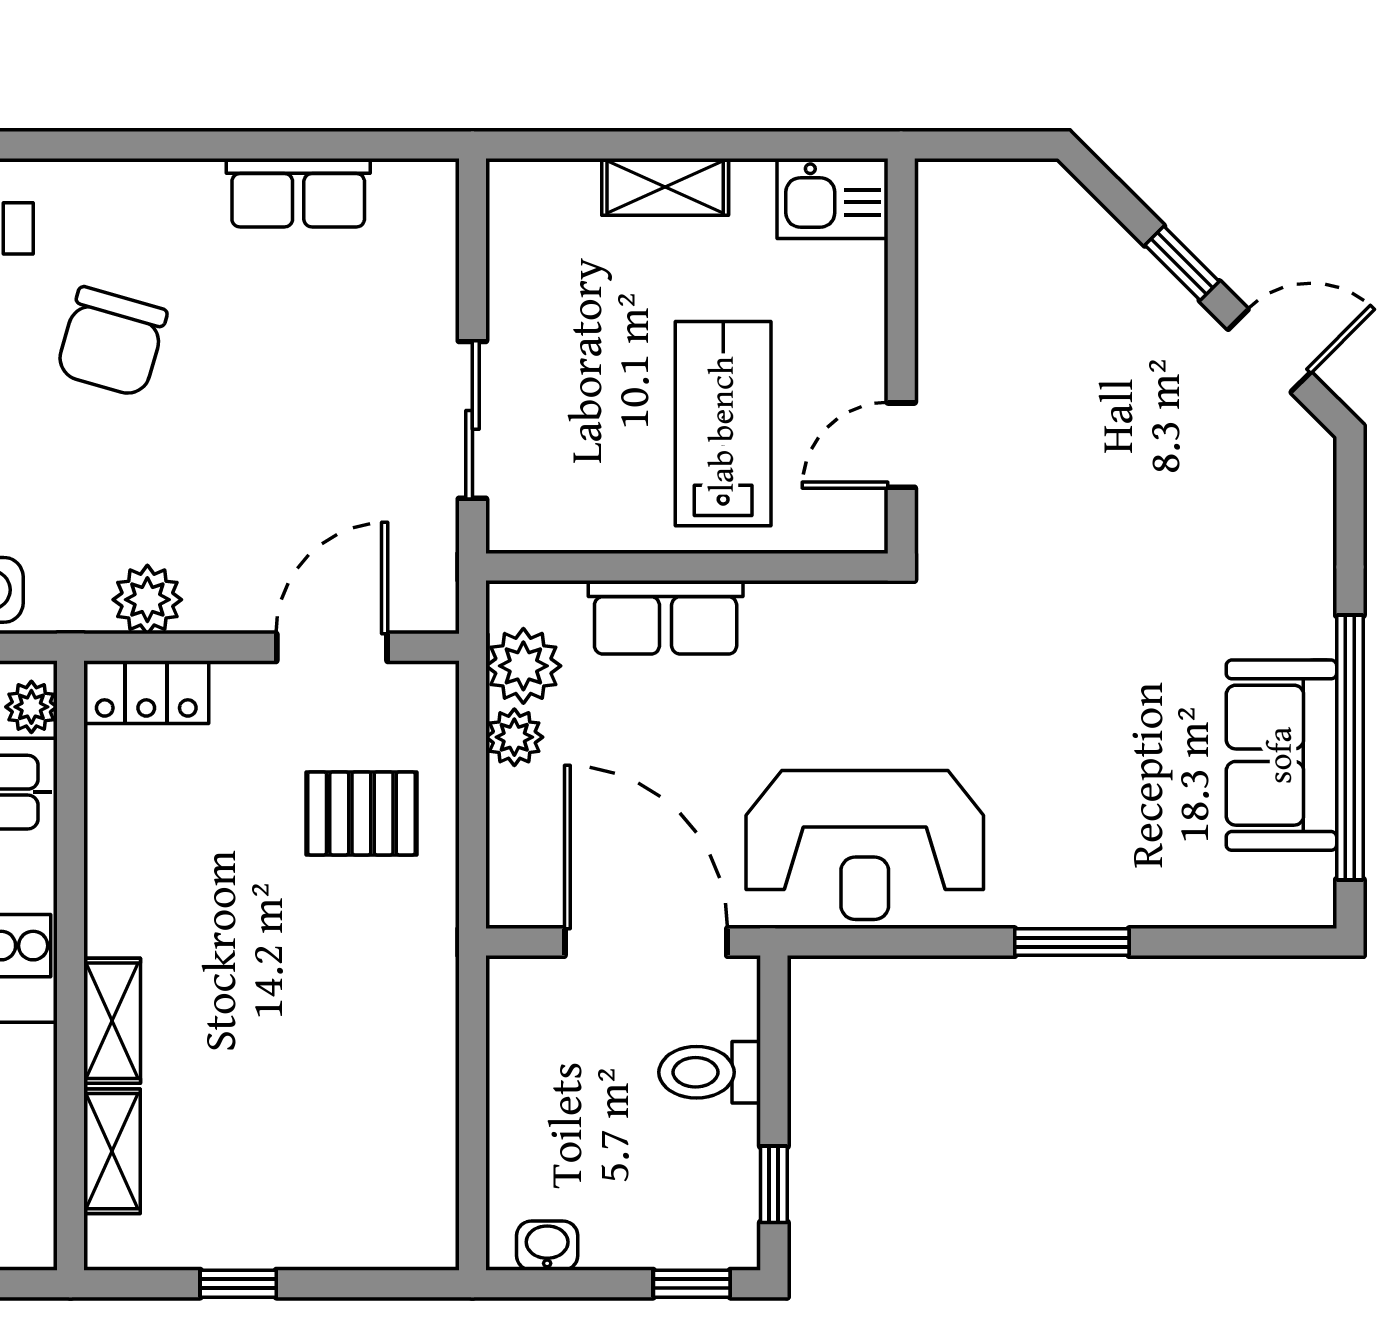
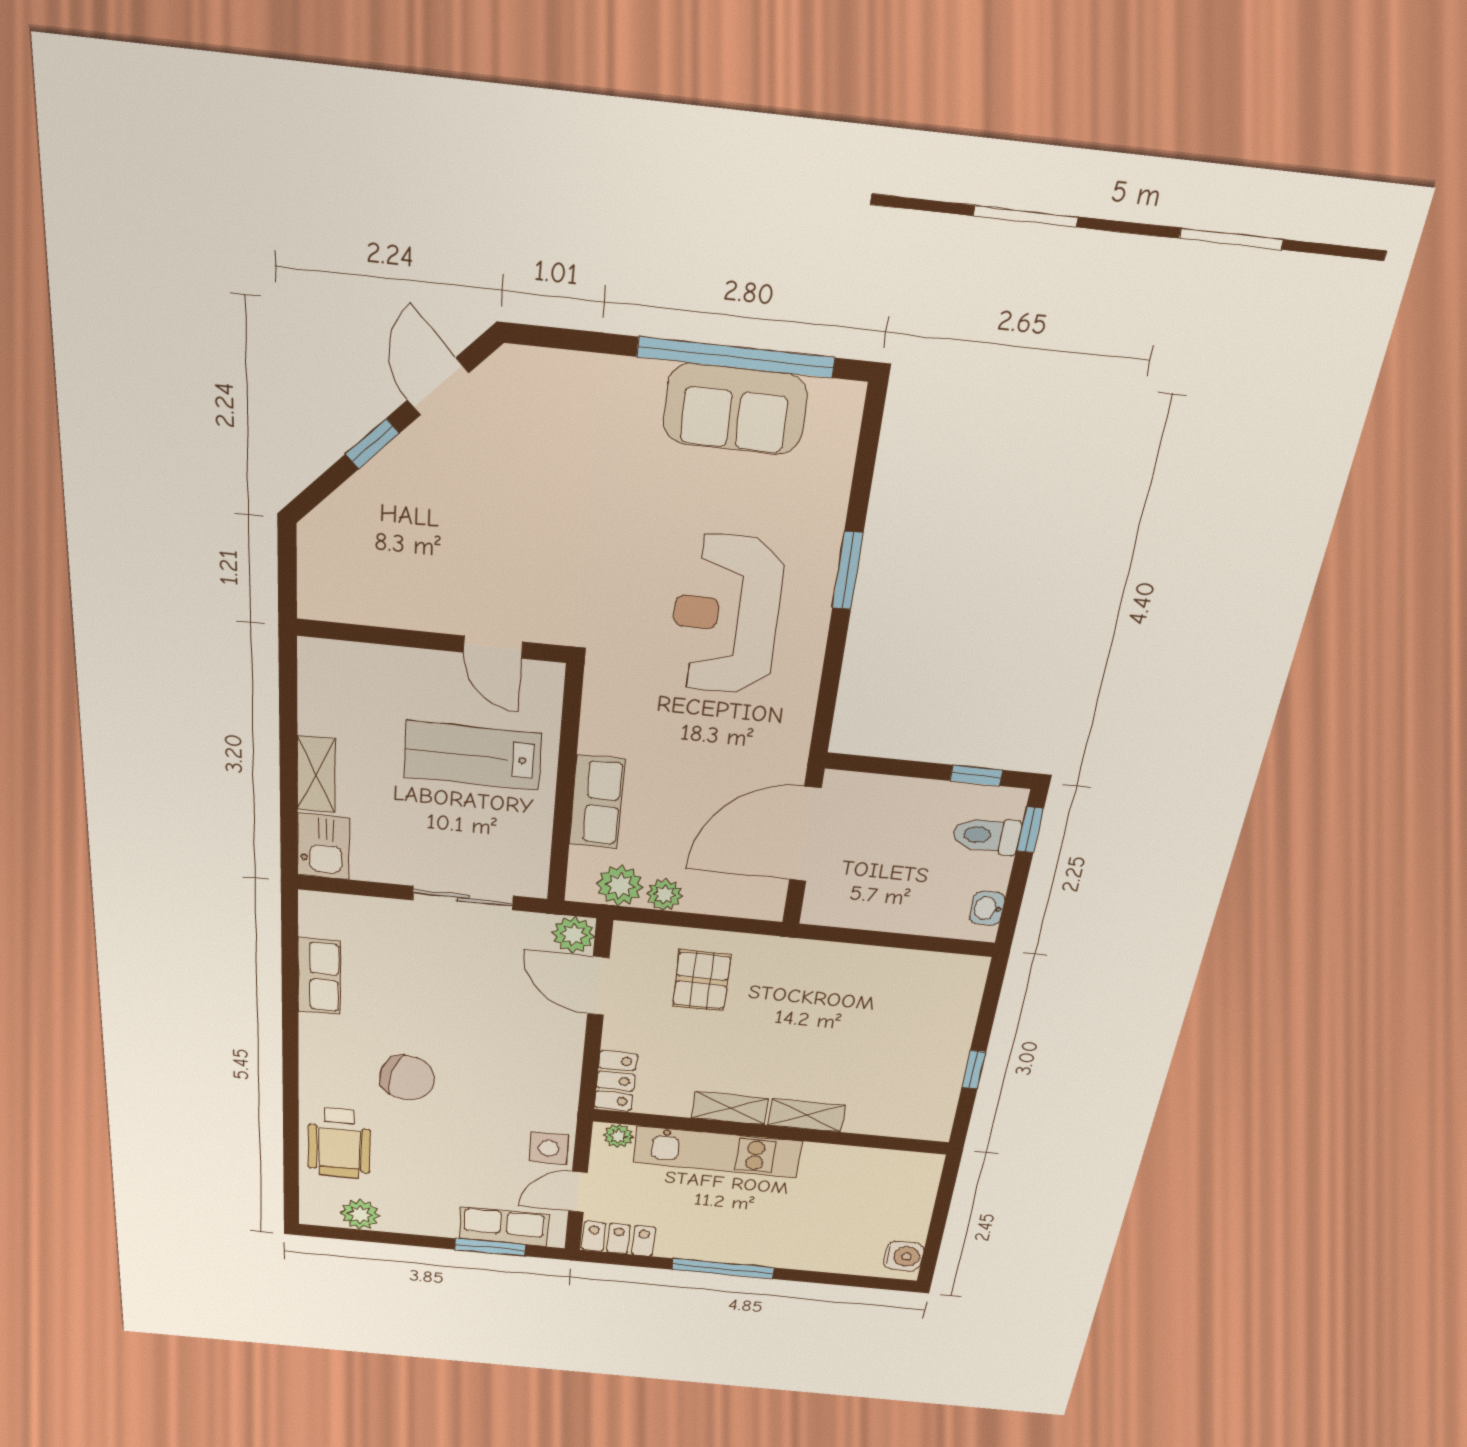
kitchen sink: (832, 198) -> (323, 846), moved
plant: (147, 600) -> (573, 935), moved
reception desk: (865, 845) -> (726, 615), moved, turned 180
toilet: (710, 1072) -> (986, 835), moved, turned 90
shelving: (112, 1151) -> (730, 1108), moved

